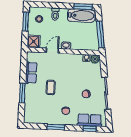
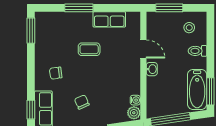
window: (26, 22) -> (169, 8), moved
shower: (34, 41) -> (156, 21), removed
window: (56, 127) -> (31, 31), moved

